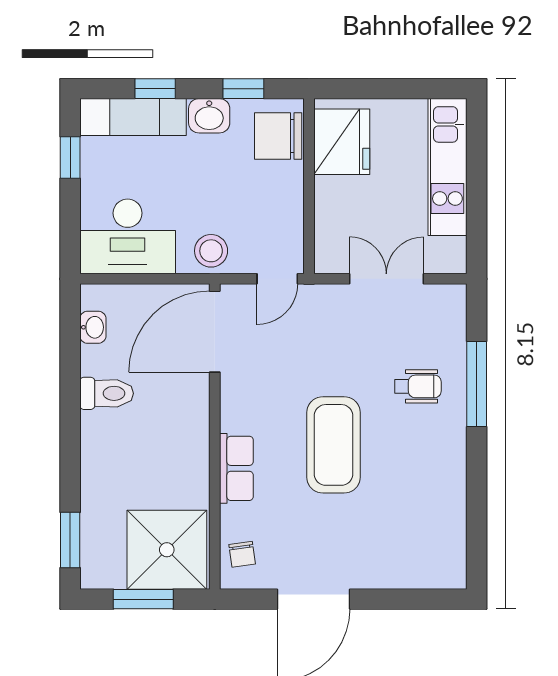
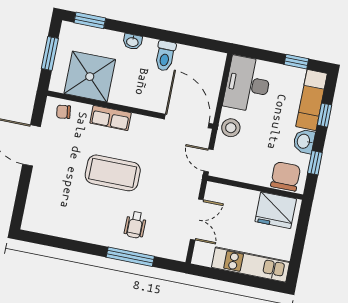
washbasin: (93, 327) -> (132, 42), moved
shower: (167, 550) -> (90, 77), moved

